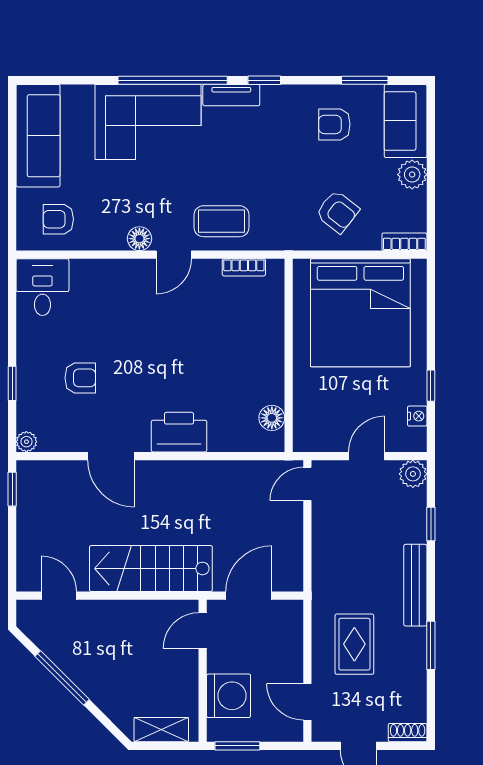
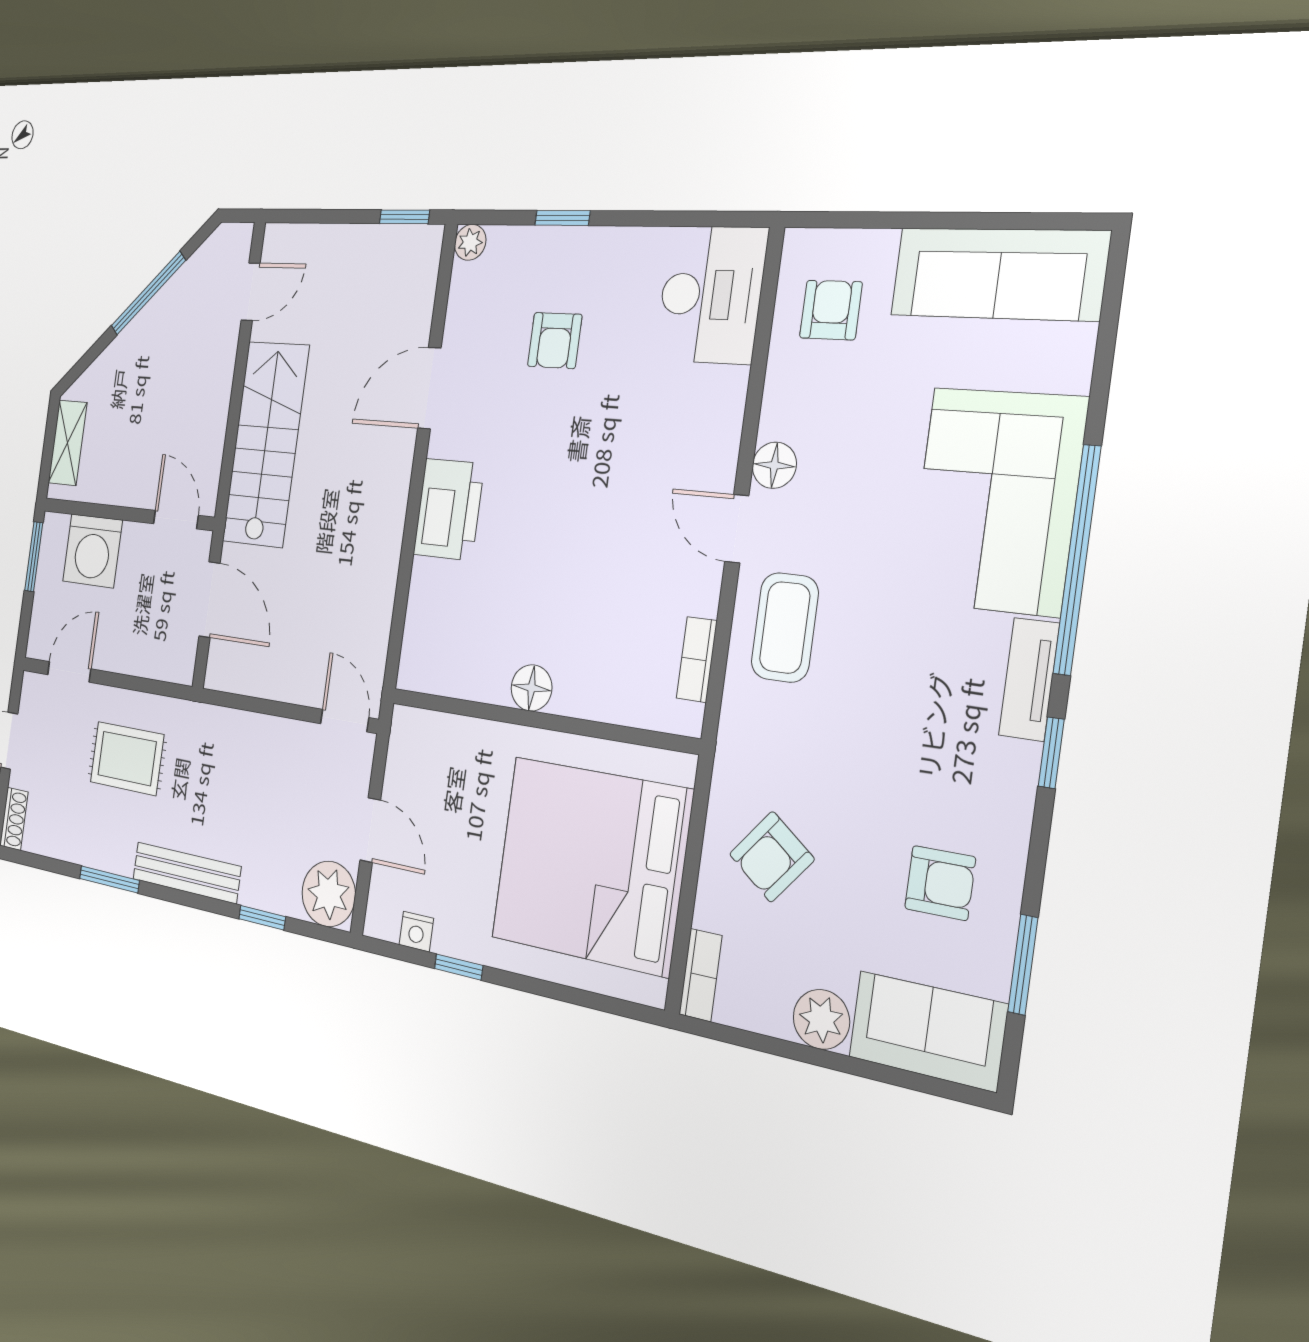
armchair: (334, 124) -> (940, 883), turned 90
desk: (42, 287) -> (711, 295), width x1.37
floor lamp: (272, 418) -> (532, 688), moved
plant: (413, 474) -> (329, 894), width x1.36, depth x1.36

